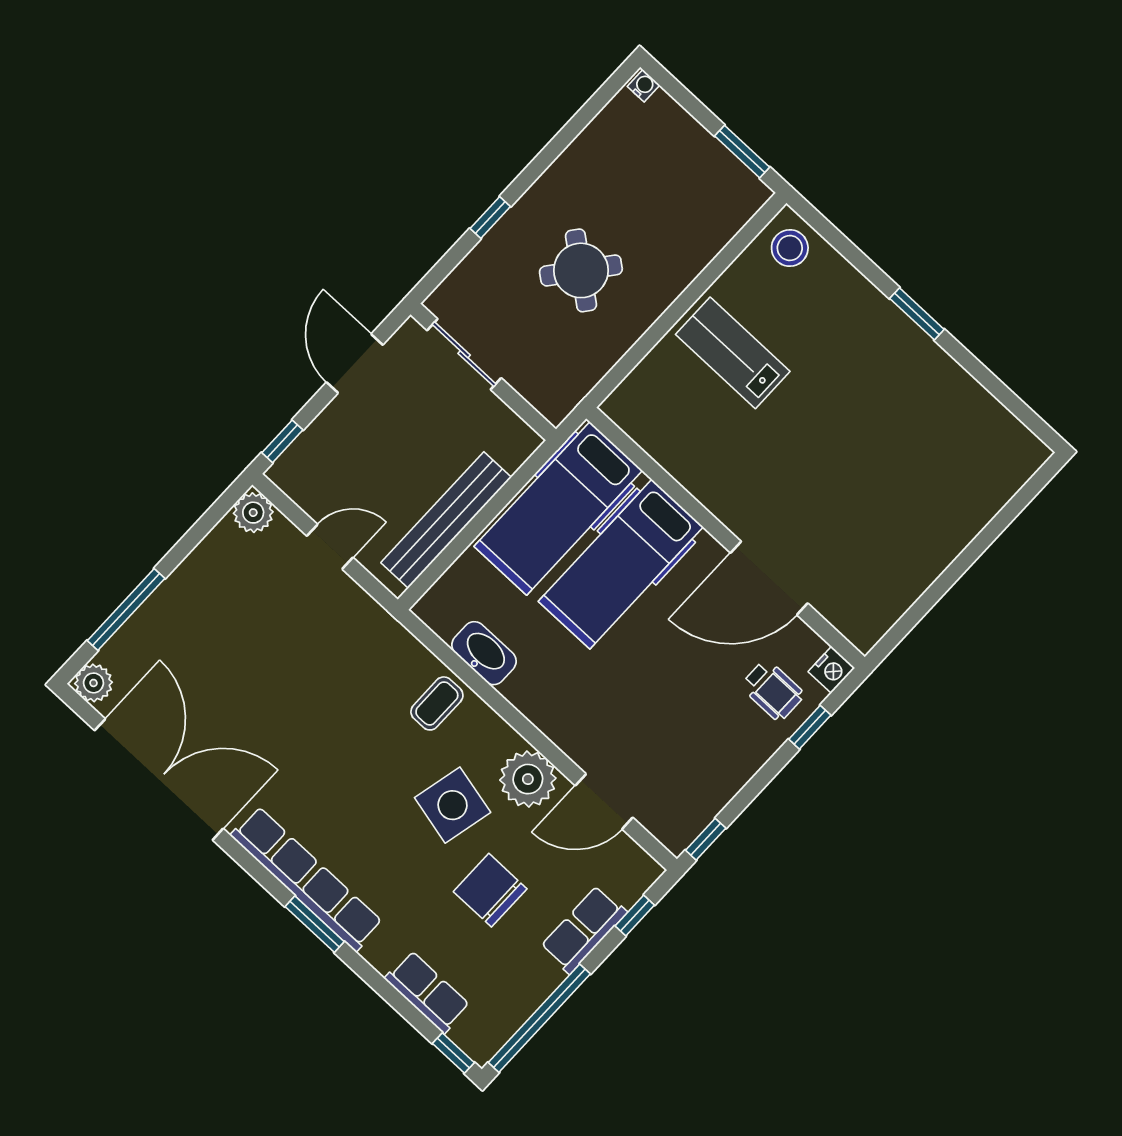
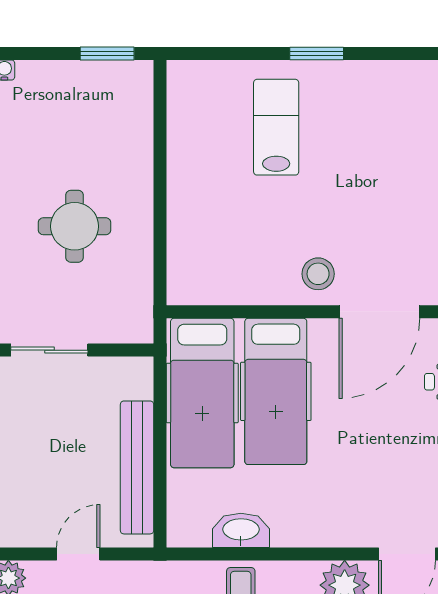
stool: (790, 248) -> (318, 274), moved
round table: (581, 270) -> (75, 226), turned -38
lab bench: (733, 353) -> (276, 127), moved, turned 90

